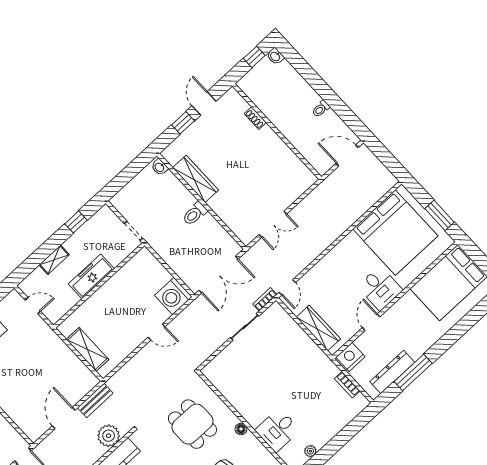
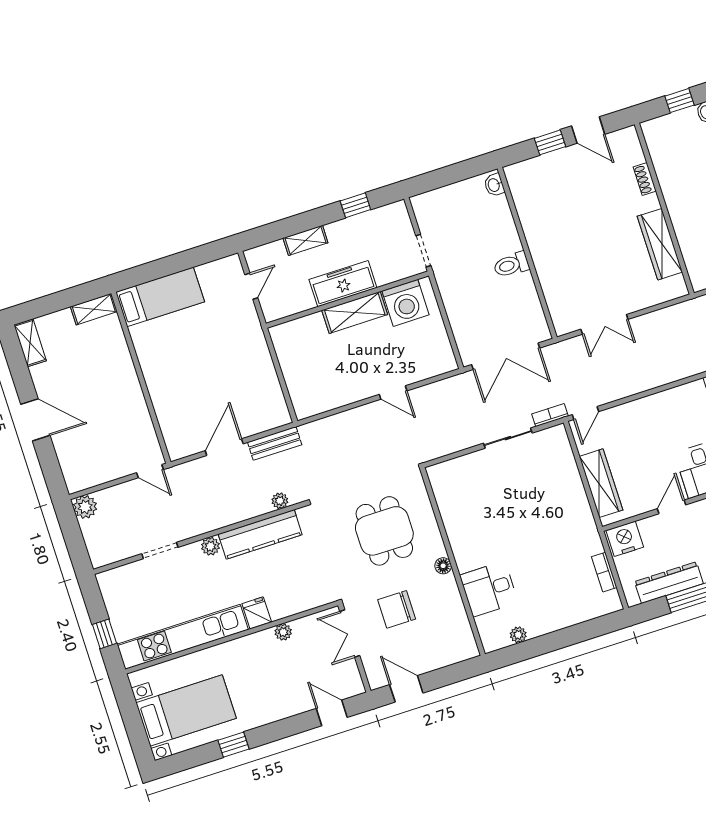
door: (204, 103) -> (588, 130), swing flipped
wardrobe: (196, 179) -> (660, 244), moved, turned 180
washing machine: (173, 296) -> (406, 303), moved, turned -90
door: (33, 306) -> (251, 286), hinge flipped
shelving: (87, 349) -> (355, 312), moved, turned 90
plant: (109, 436) -> (280, 501), width x0.53, depth x0.53

